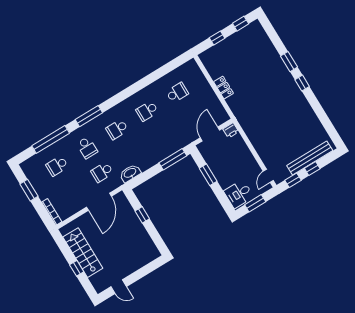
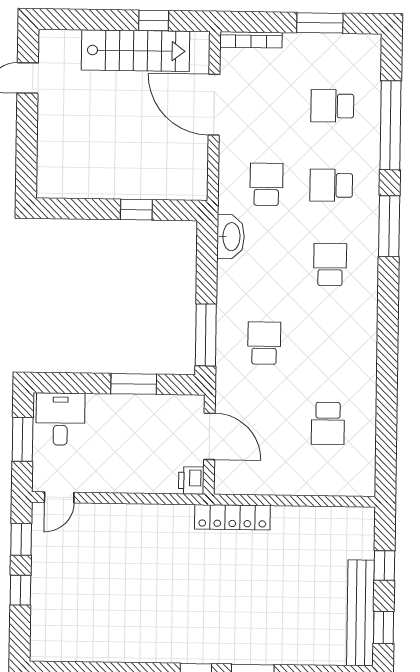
locker: (223, 88) -> (232, 517), moved, width x1.53
school desk: (147, 111) -> (264, 343), moved
bench: (310, 158) -> (361, 613), moved
school desk: (57, 166) -> (332, 106), turned -90
door: (268, 176) -> (59, 497), swing flipped
door: (99, 202) -> (214, 105), moved
window: (77, 268) -> (154, 21), moved

